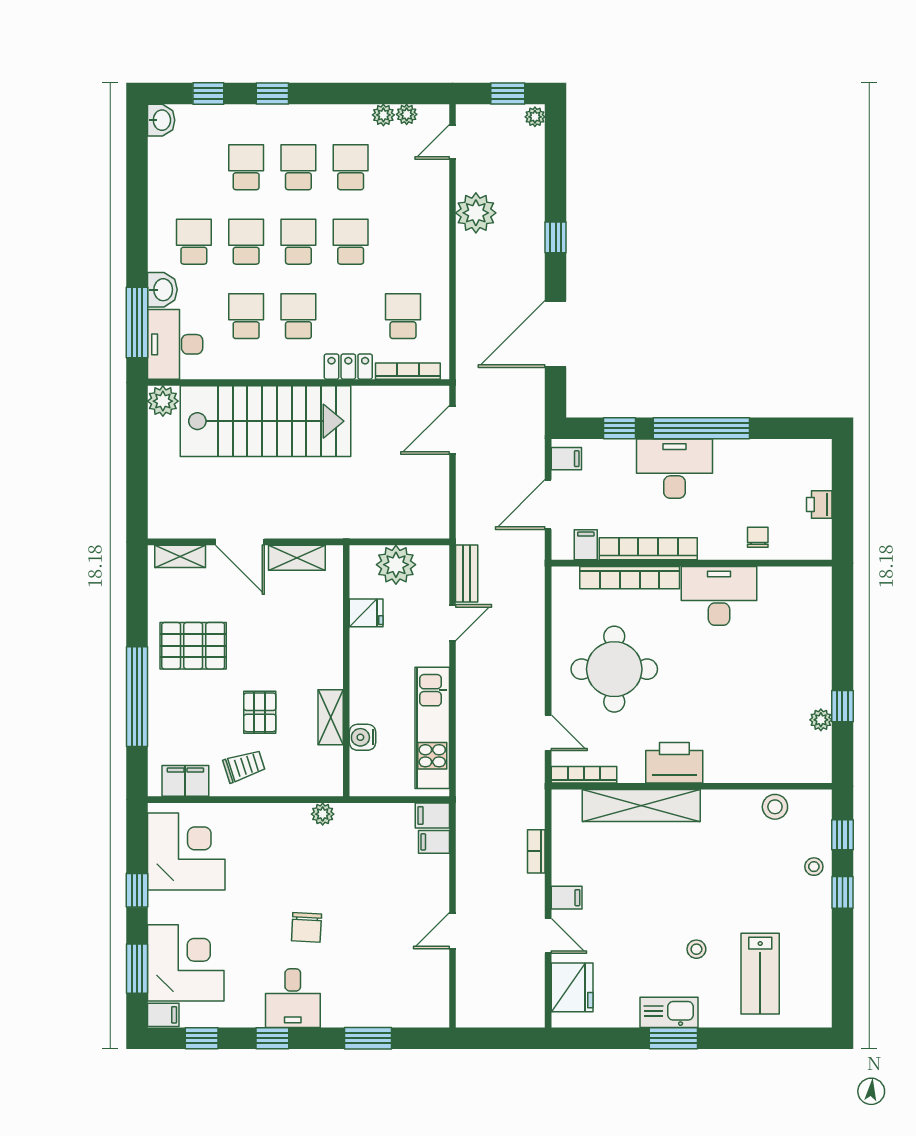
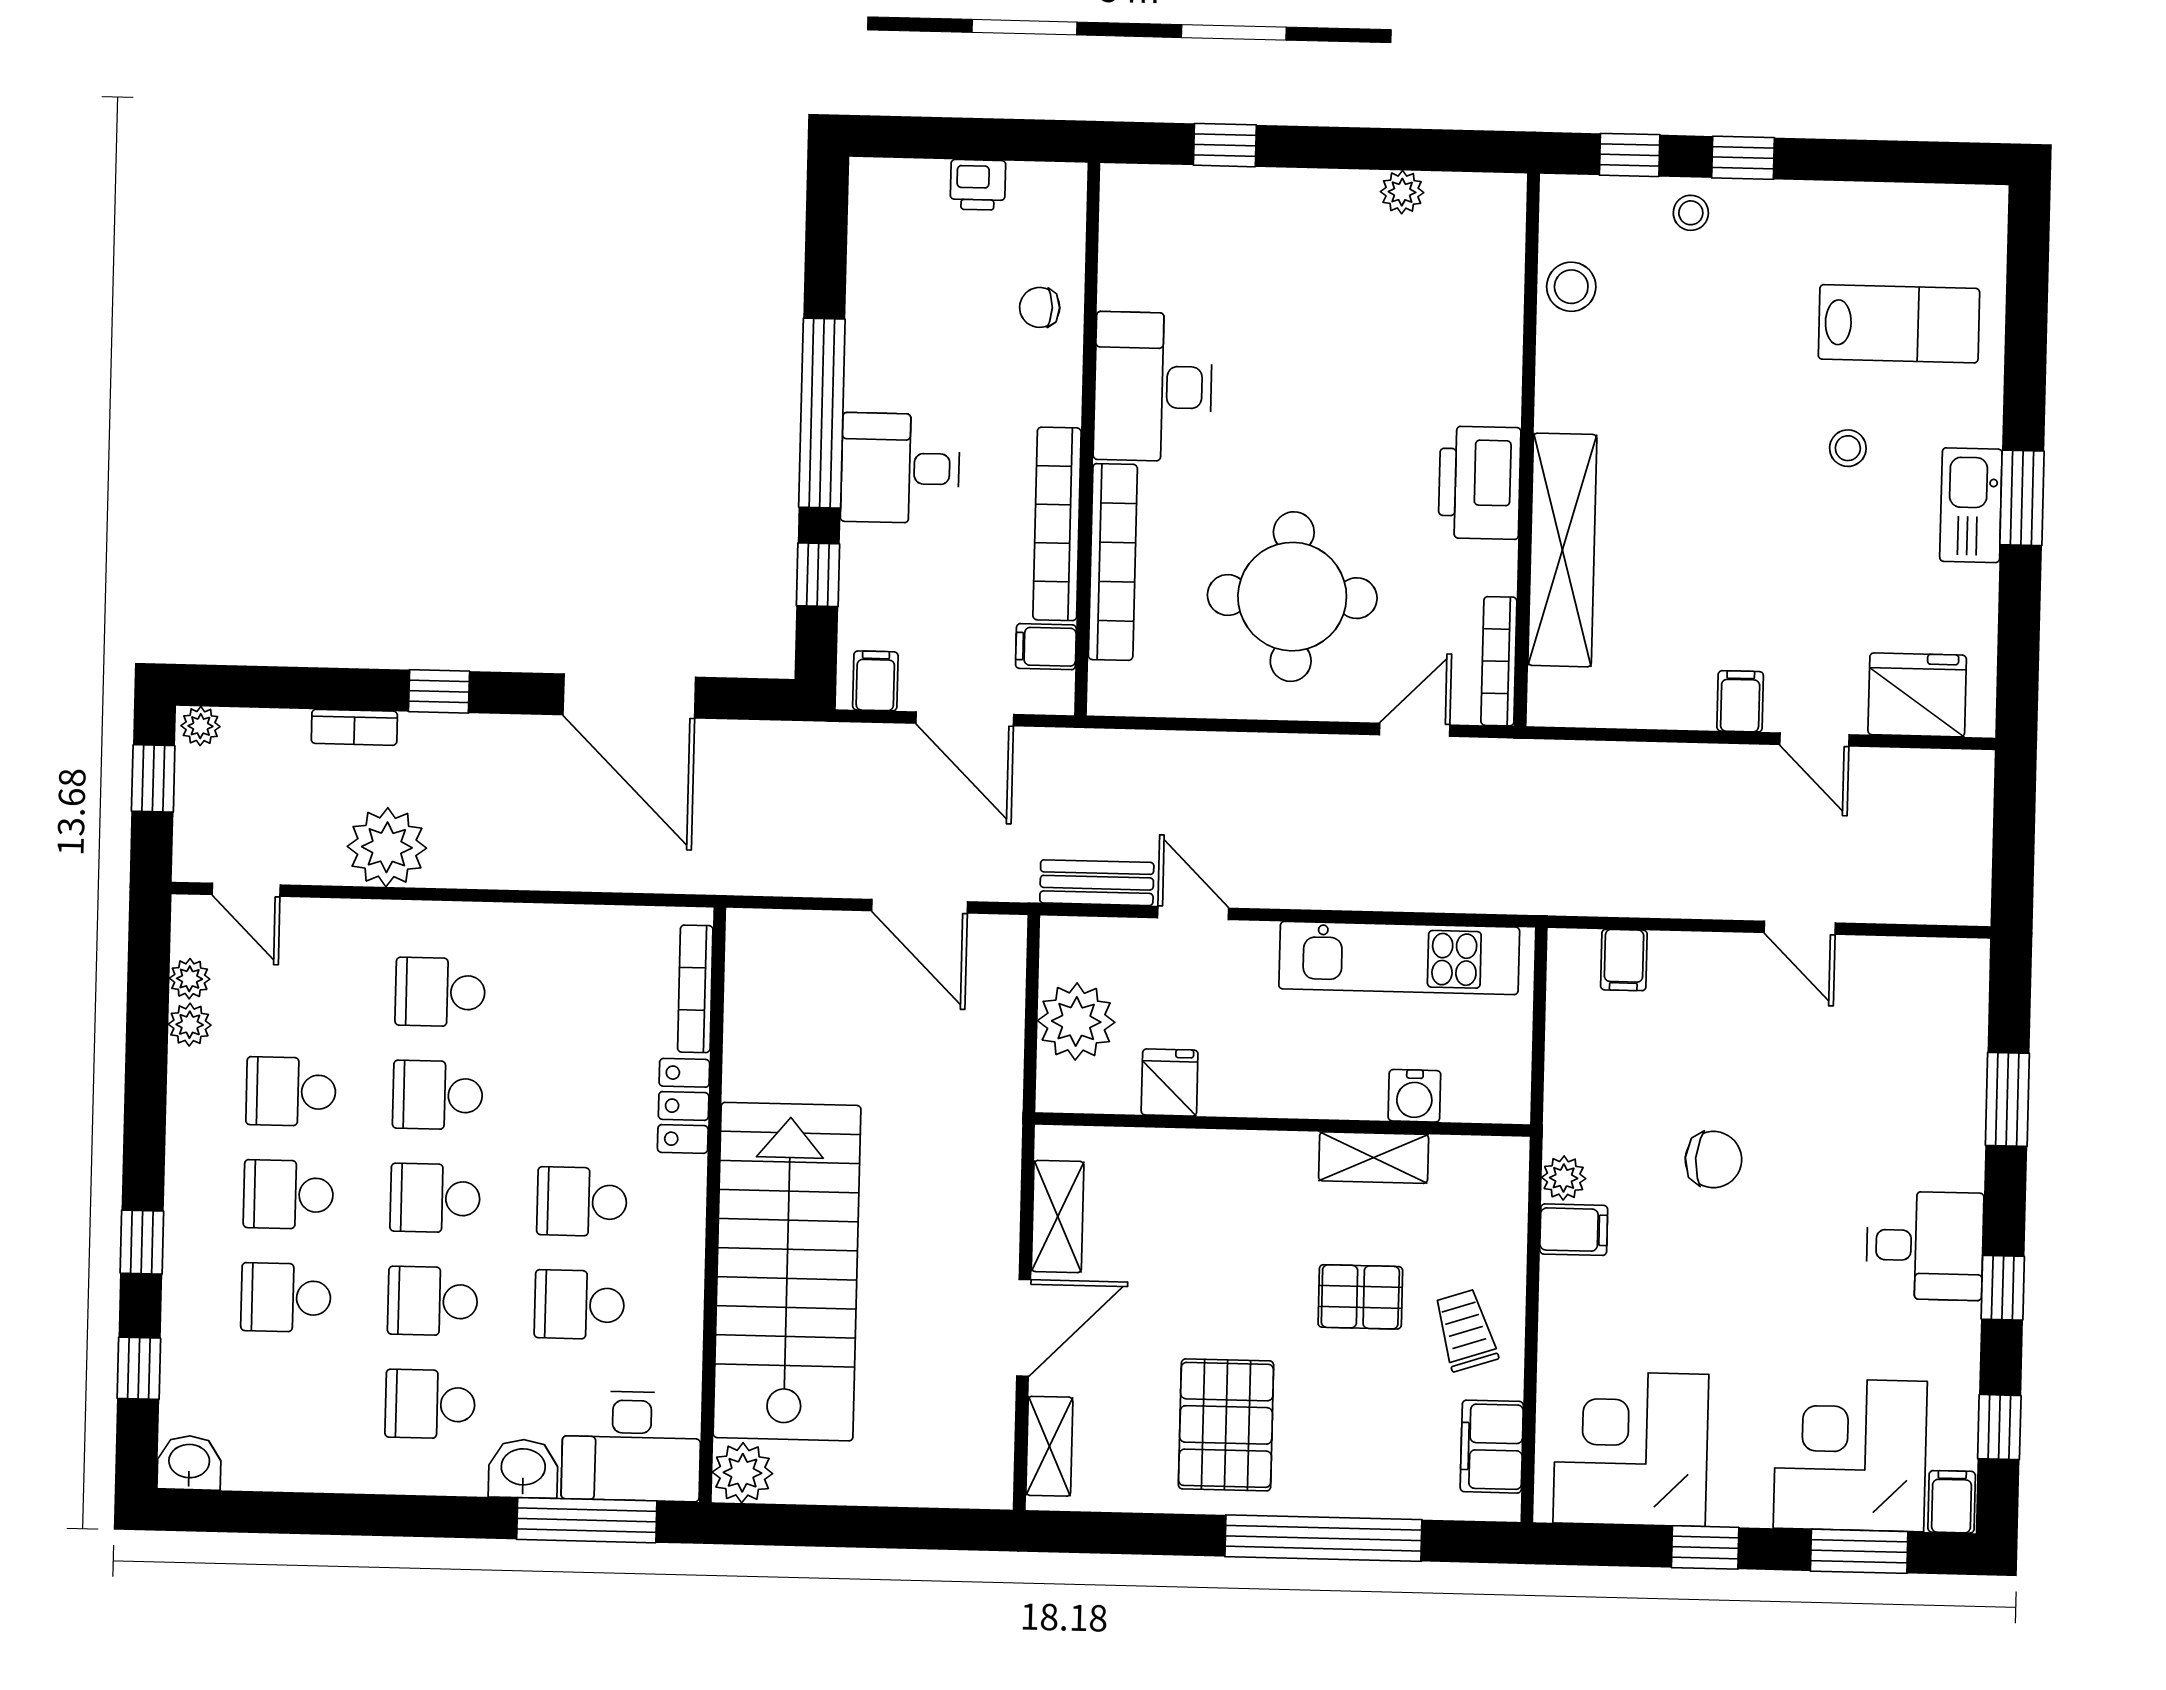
school desk: (403, 316) -> (440, 992), moved
door: (453, 430) -> (920, 906), moved
desk: (675, 469) -> (900, 468), width x0.73
window: (842, 706) -> (1225, 145), moved
filing cabinet: (432, 815) -> (1574, 1230), moved, turned -90
bookcase: (536, 851) -> (354, 727), moved
chair: (306, 927) -> (1714, 1160), moved
door: (548, 936) -> (1814, 740), swing flipped

